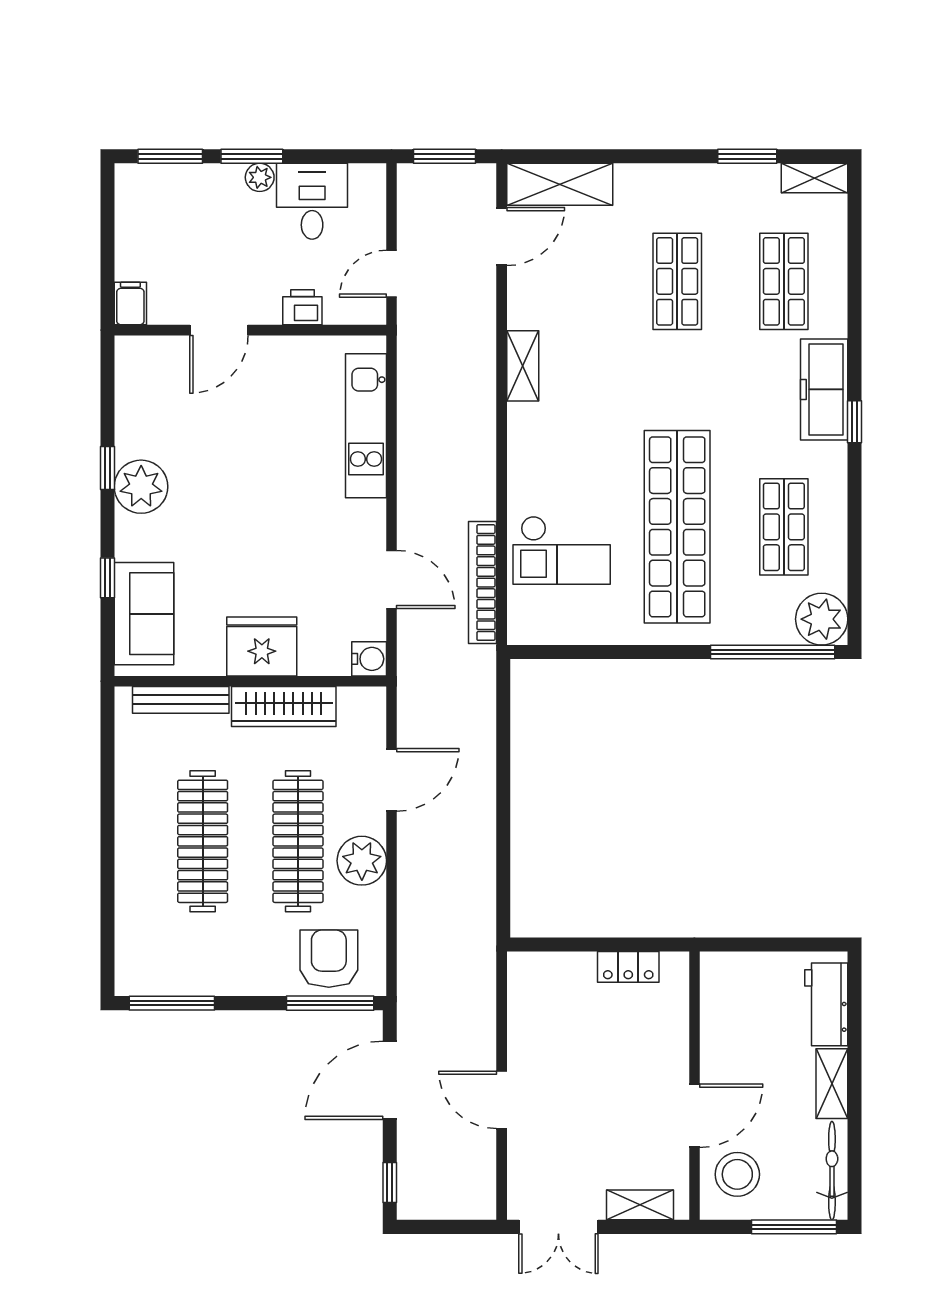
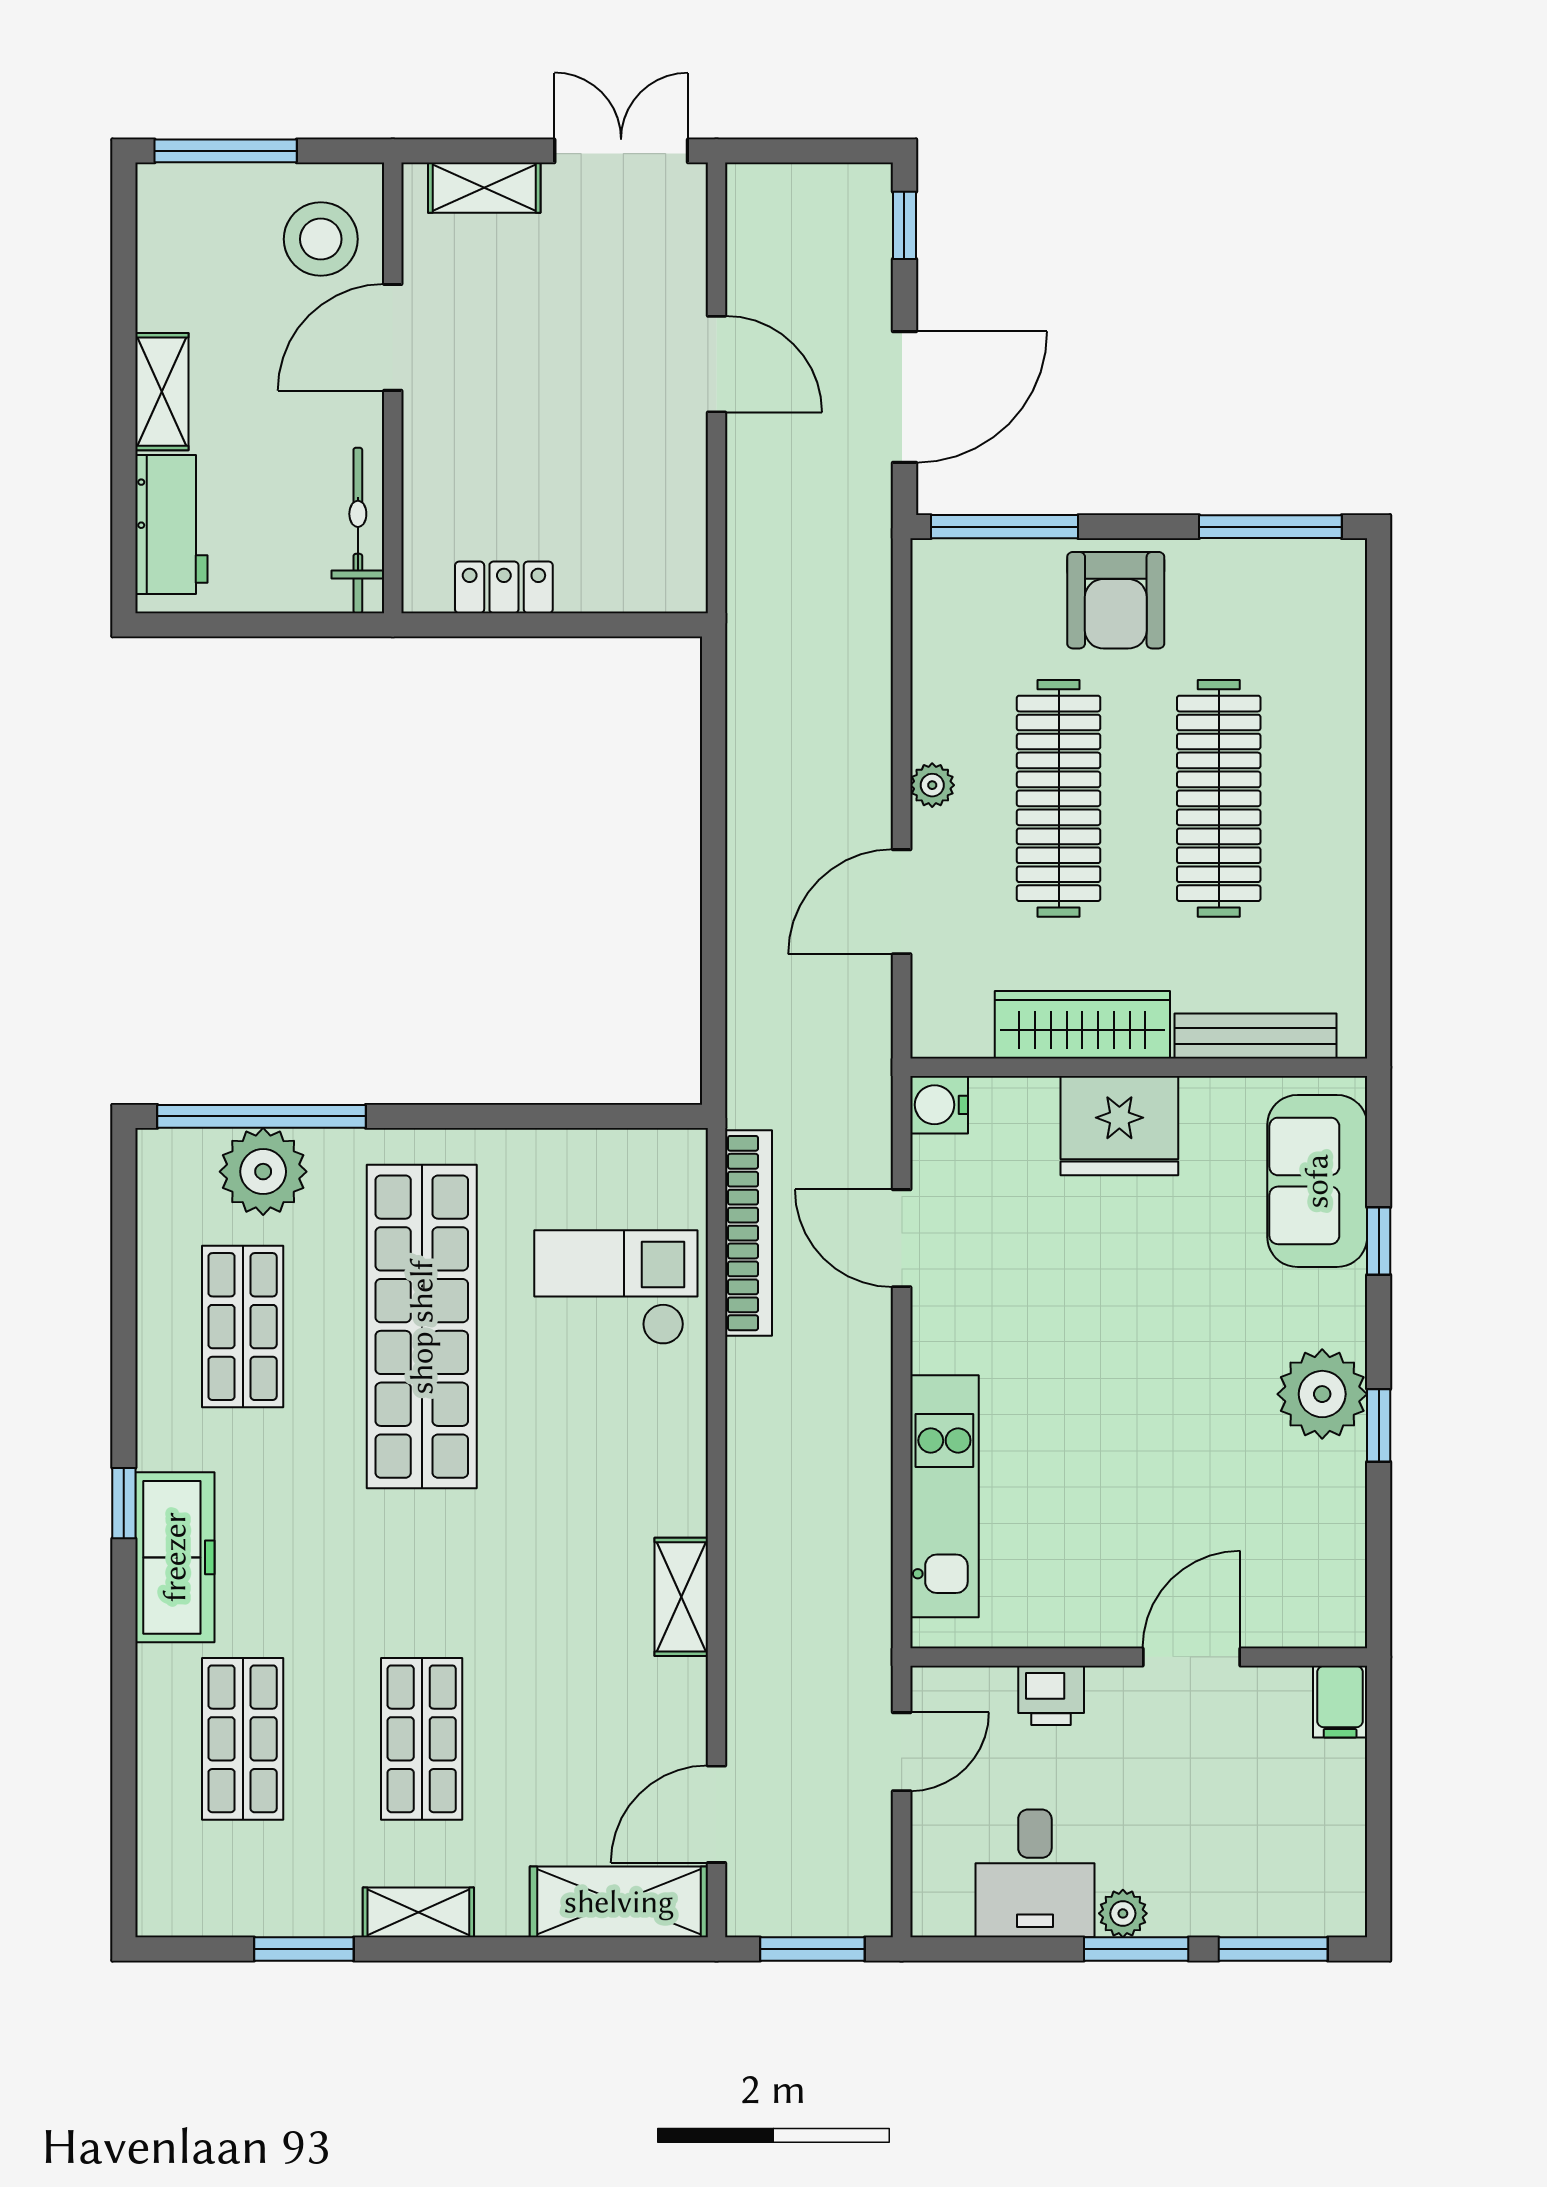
shelving: (815, 178) -> (418, 1912), moved
plant: (822, 619) -> (263, 1172), moved
plant: (362, 861) -> (932, 785), width x0.53, depth x0.53
armchair: (329, 959) -> (1116, 600), moved
bicycle: (832, 1171) -> (358, 530), moved, turned 180

